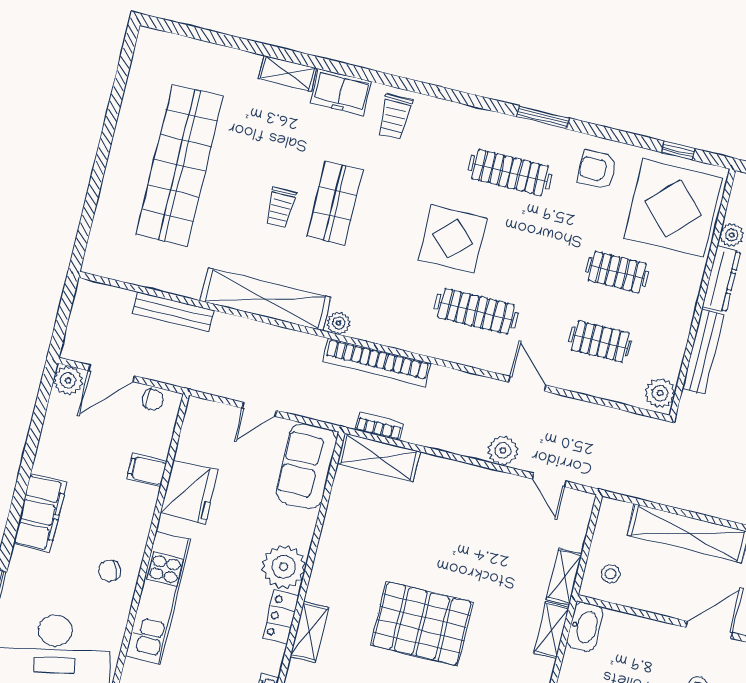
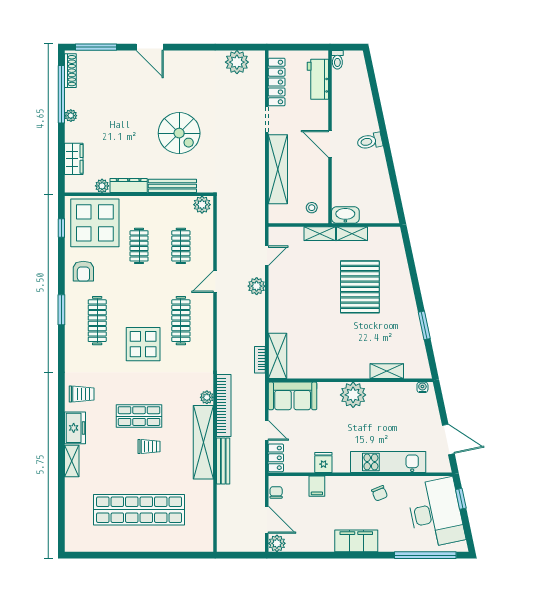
bench: (173, 312) -> (223, 461), moved
bookcase: (377, 362) -> (224, 405), moved
fridge: (189, 492) -> (323, 462), width x0.53, depth x0.75
locker: (281, 617) -> (276, 458), moved, turned -90
pallet: (422, 624) -> (360, 287), moved

